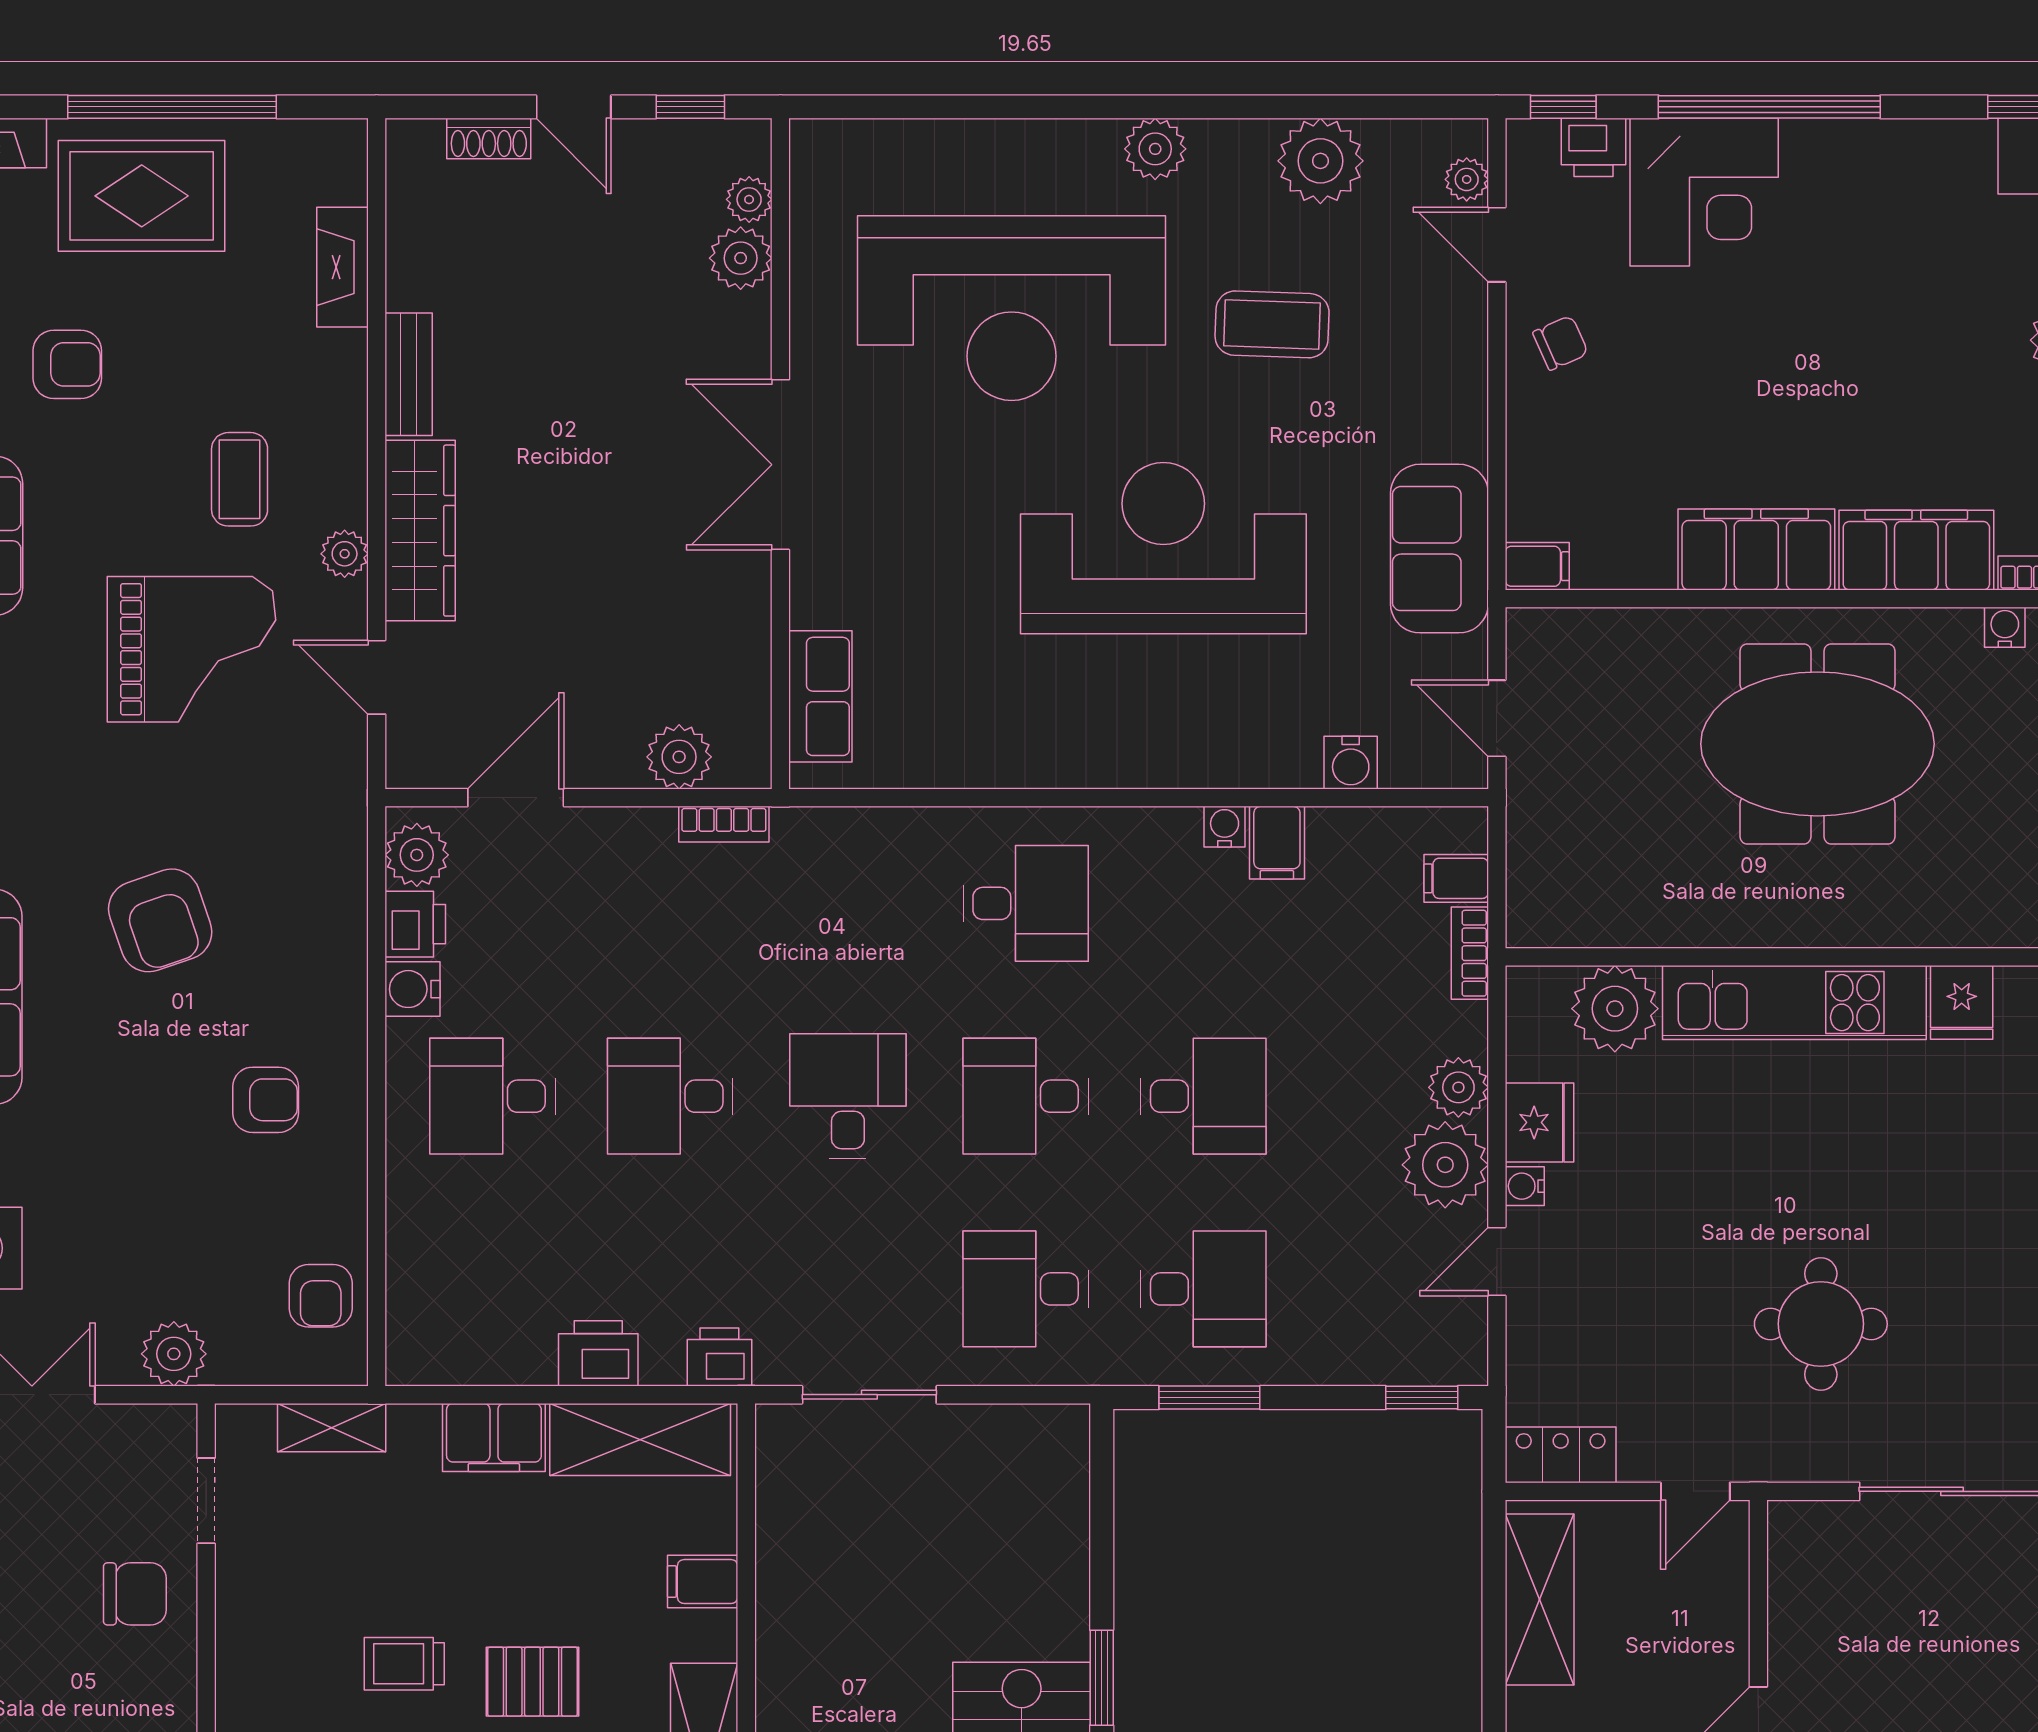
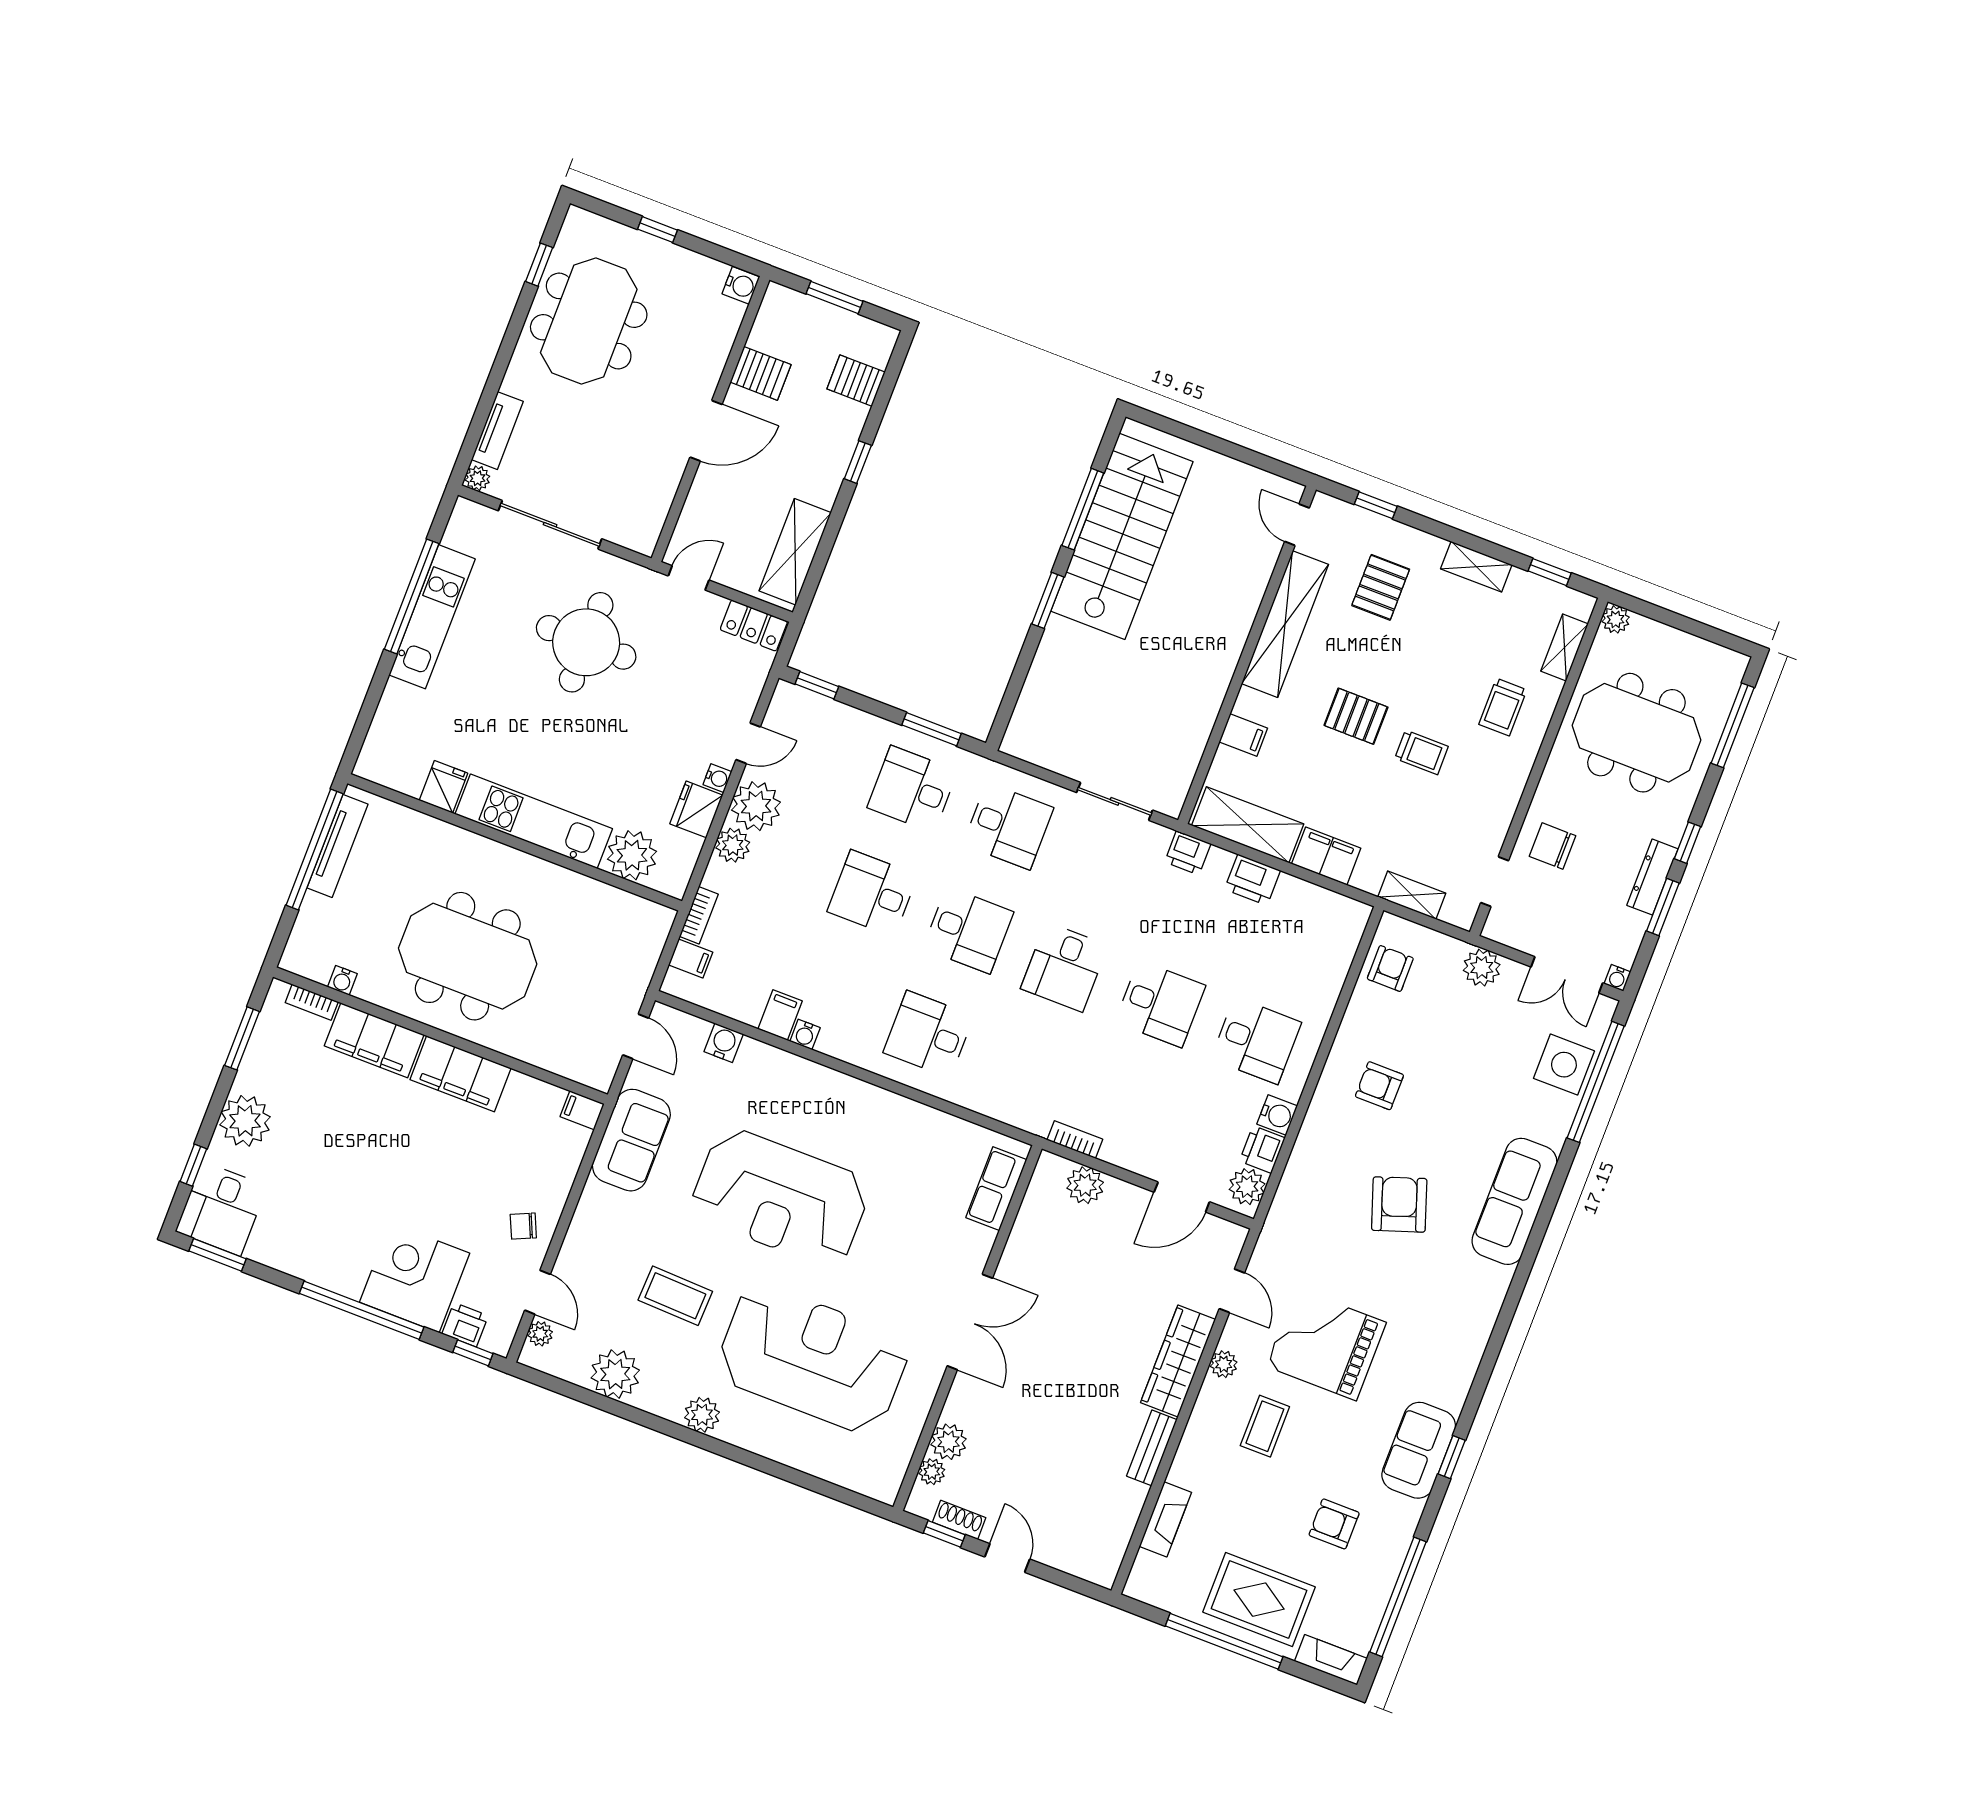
shoe rack: (489, 139) -> (959, 1520), moved
round table: (1821, 1324) -> (586, 642), width x1.36, depth x1.36

